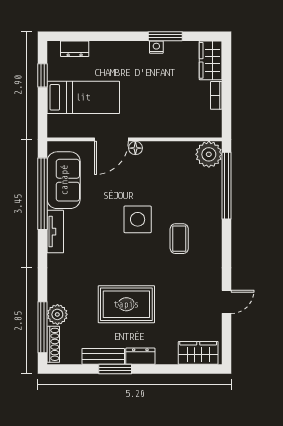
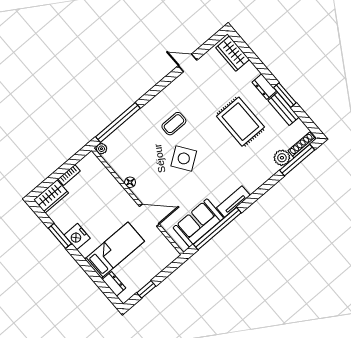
nightstand: (156, 47) -> (77, 237), width x1.89, depth x1.79
bed: (83, 97) -> (115, 250), moved, turned 90
floor lamp: (135, 148) -> (130, 182), moved
plant: (209, 154) -> (101, 149), width x0.53, depth x0.53
side table: (138, 219) -> (184, 158), turned -35

